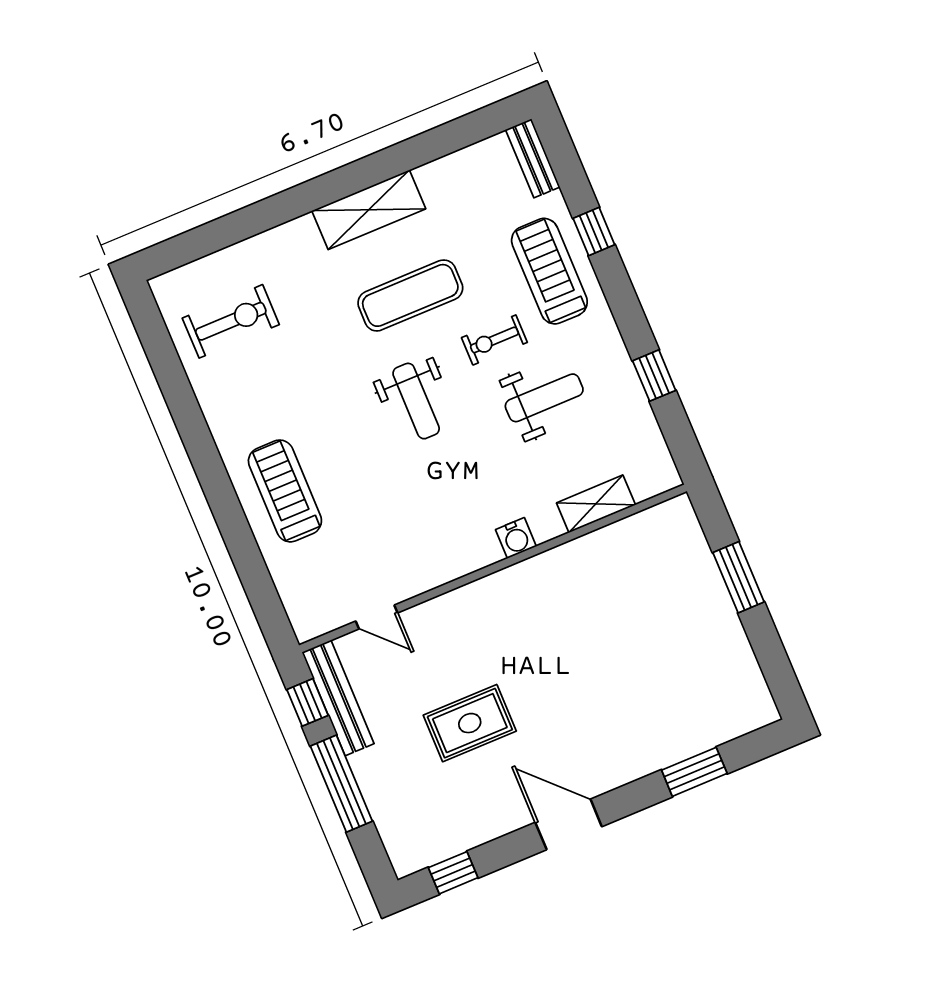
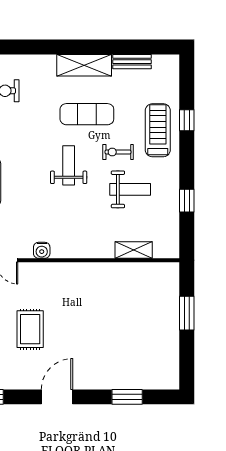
bench: (533, 158) -> (132, 62), moved, turned 90
weight bench: (416, 401) -> (69, 165), turned 180
water cooler: (516, 538) -> (42, 250), moved
rug: (470, 723) -> (30, 329), turned 90
door: (569, 824) -> (57, 397), hinge flipped

